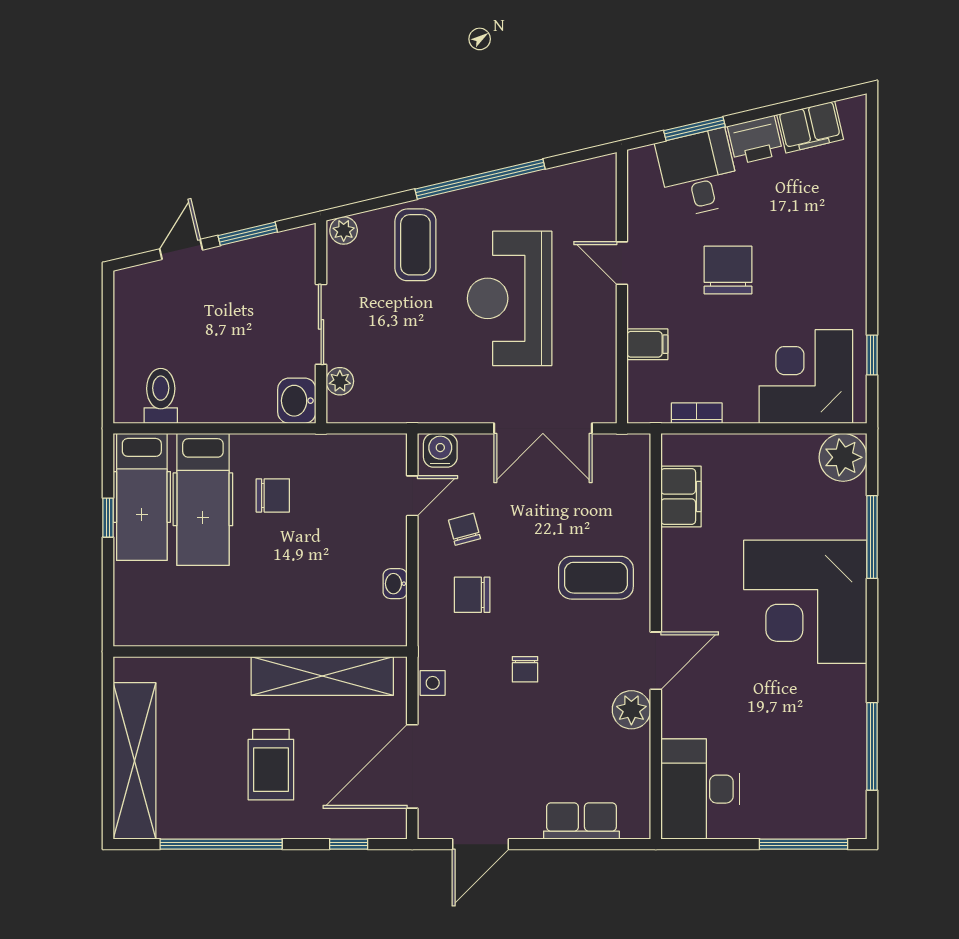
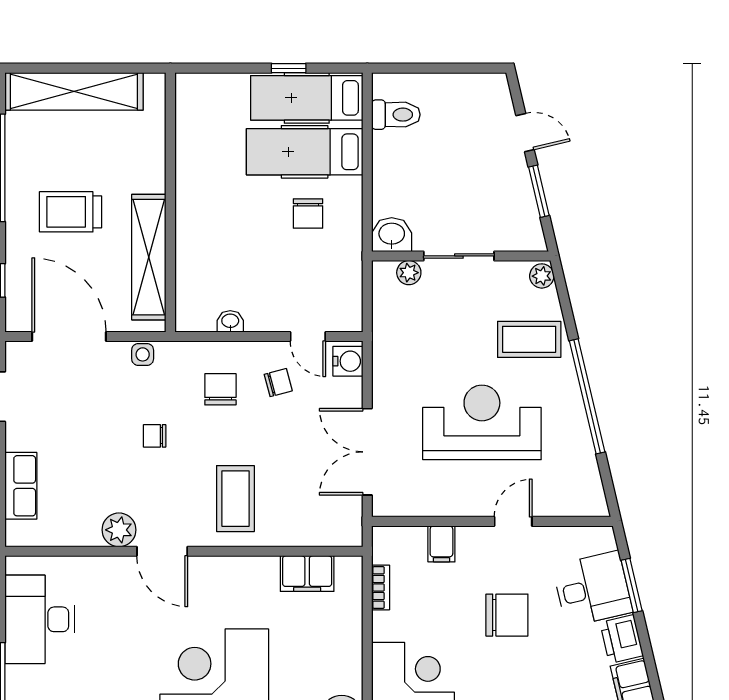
desk: (700, 789) -> (40, 619), moved, turned -90

